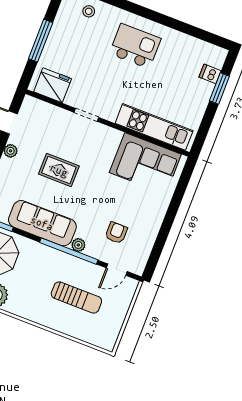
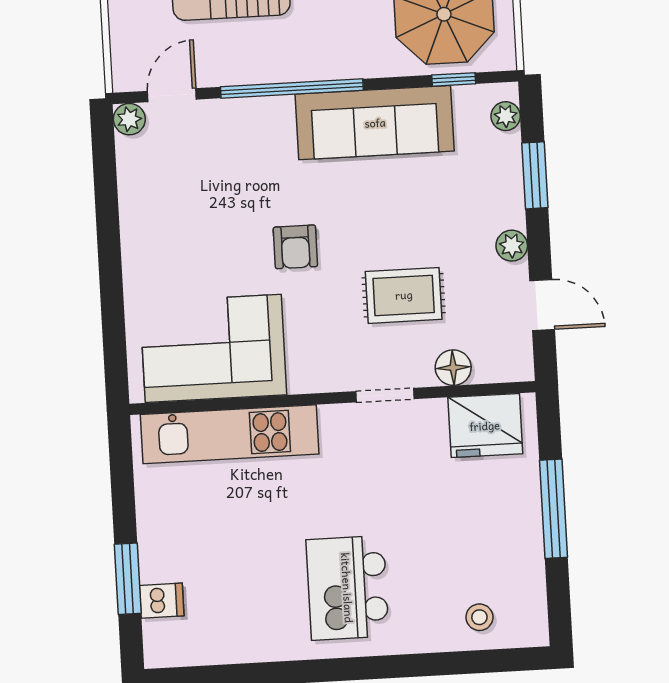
kitchen island: (135, 46) -> (347, 588), turned 90
floor lamp: (55, 114) -> (453, 368), added
rug: (59, 170) -> (404, 295), moved
armchair: (116, 233) -> (295, 247), moved
plant: (78, 245) -> (129, 119), moved

